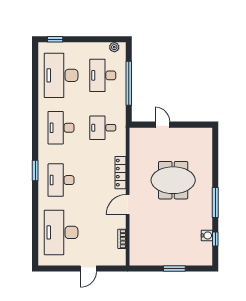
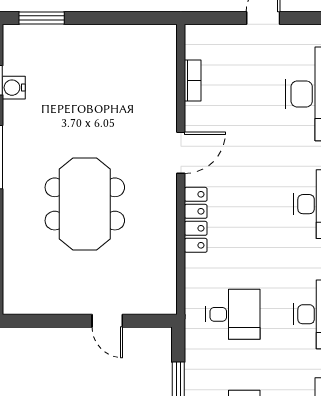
meeting table: (173, 180) -> (85, 204), turned 90
window: (174, 269) -> (42, 18), moved

